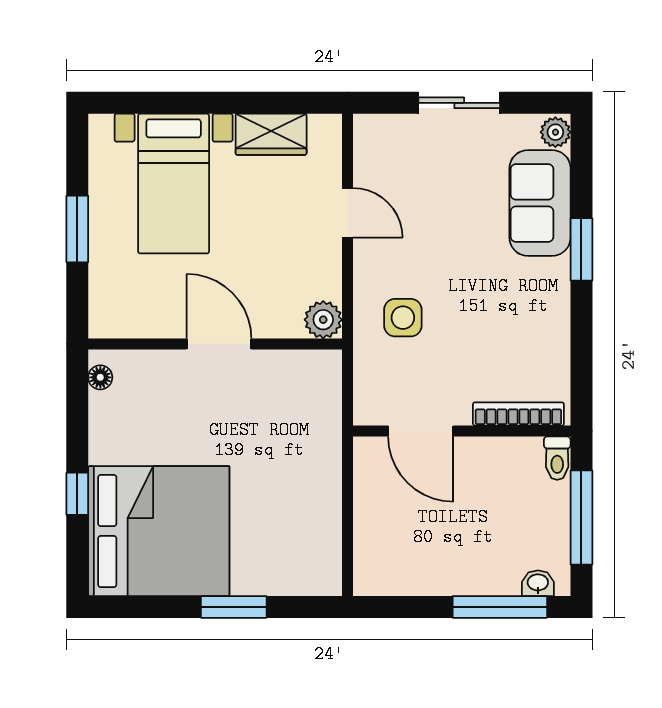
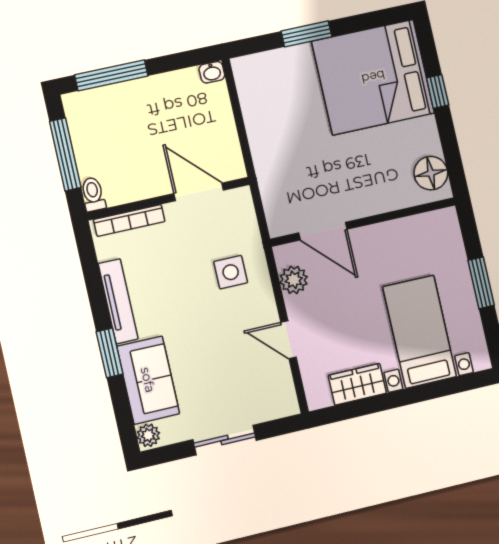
tv unit: (556, 313) -> (118, 301), added
plant: (323, 320) -> (294, 280), moved
door: (219, 344) -> (323, 231), moved
floor lamp: (100, 377) -> (431, 173), width x1.89, depth x1.89
washbasin: (538, 583) -> (212, 72), moved

